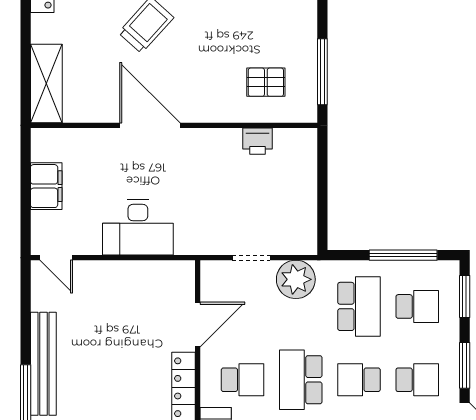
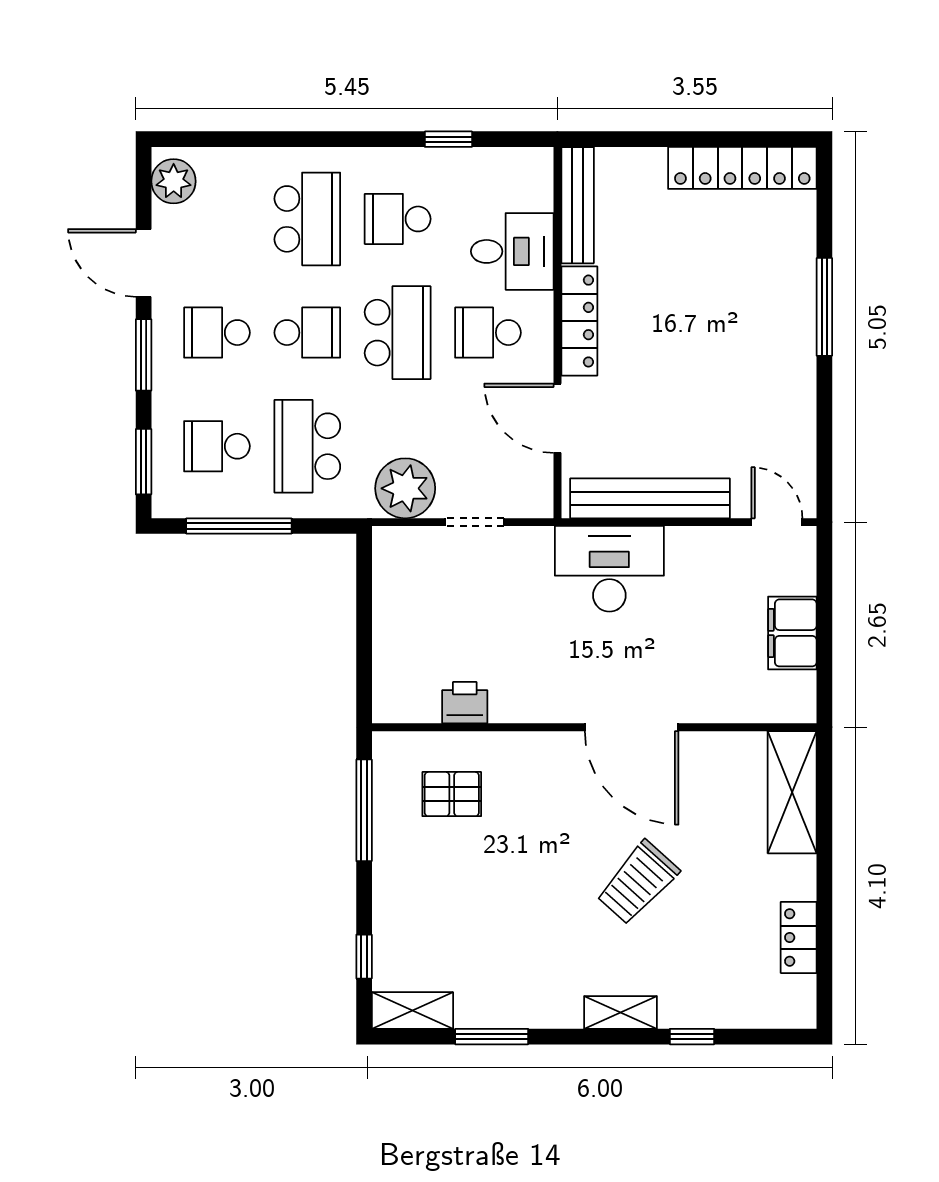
desk: (138, 227) -> (609, 569), moved
door: (198, 325) -> (557, 418), hinge flipped
bench: (43, 364) -> (650, 498), moved, turned 90

